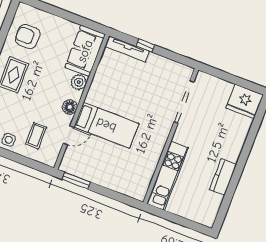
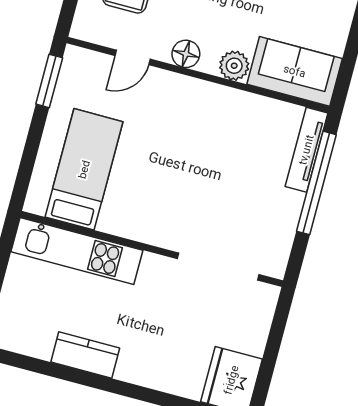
window: (145, 45) -> (316, 183), width x3.17
bed: (106, 125) -> (84, 169), moved, turned 180
door: (69, 135) -> (133, 57), hinge flipped

